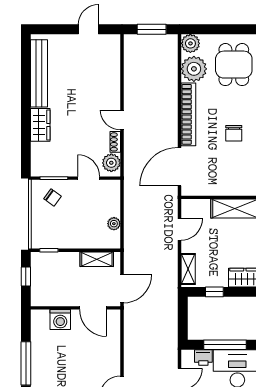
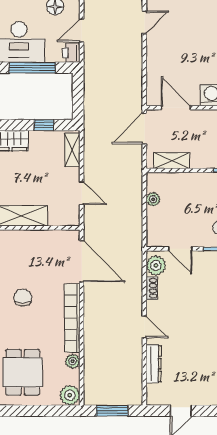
plant: (194, 69) -> (73, 361), width x0.53, depth x0.53
dresser: (113, 72) -> (154, 364), added
door: (122, 120) -> (144, 327), moved
door: (180, 167) -> (82, 261), hinge flipped
door: (180, 229) -> (82, 193), swing flipped
printer: (203, 357) -> (71, 53), moved, turned -90

